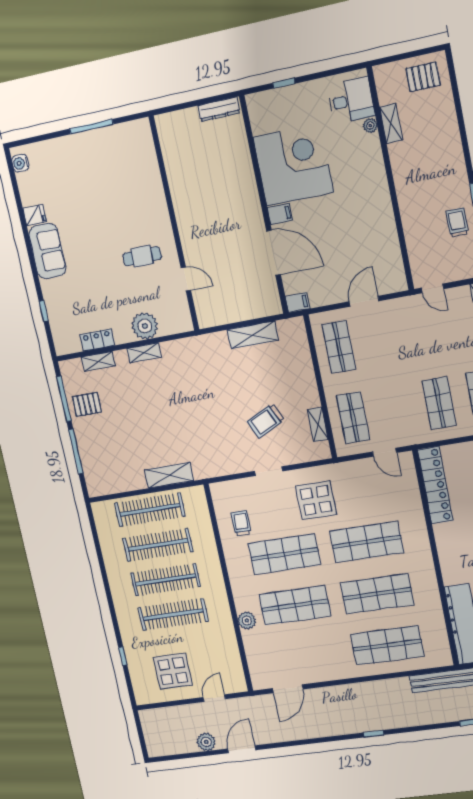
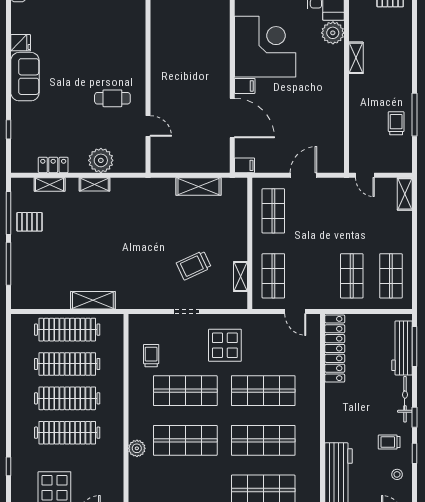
shelving: (391, 124) -> (356, 58), moved
plant: (370, 126) -> (333, 33), width x1.88, depth x1.88

